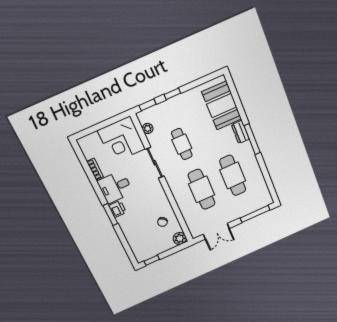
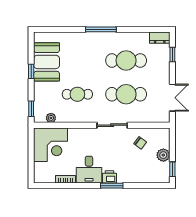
window: (172, 94) -> (31, 71), moved
booth: (222, 105) -> (47, 62), moved, turned 90
dresser: (240, 132) -> (160, 38), moved
sliding door: (155, 163) -> (112, 125), moved
window: (255, 214) -> (172, 54), width x0.46
plant: (180, 238) -> (163, 155), moved

